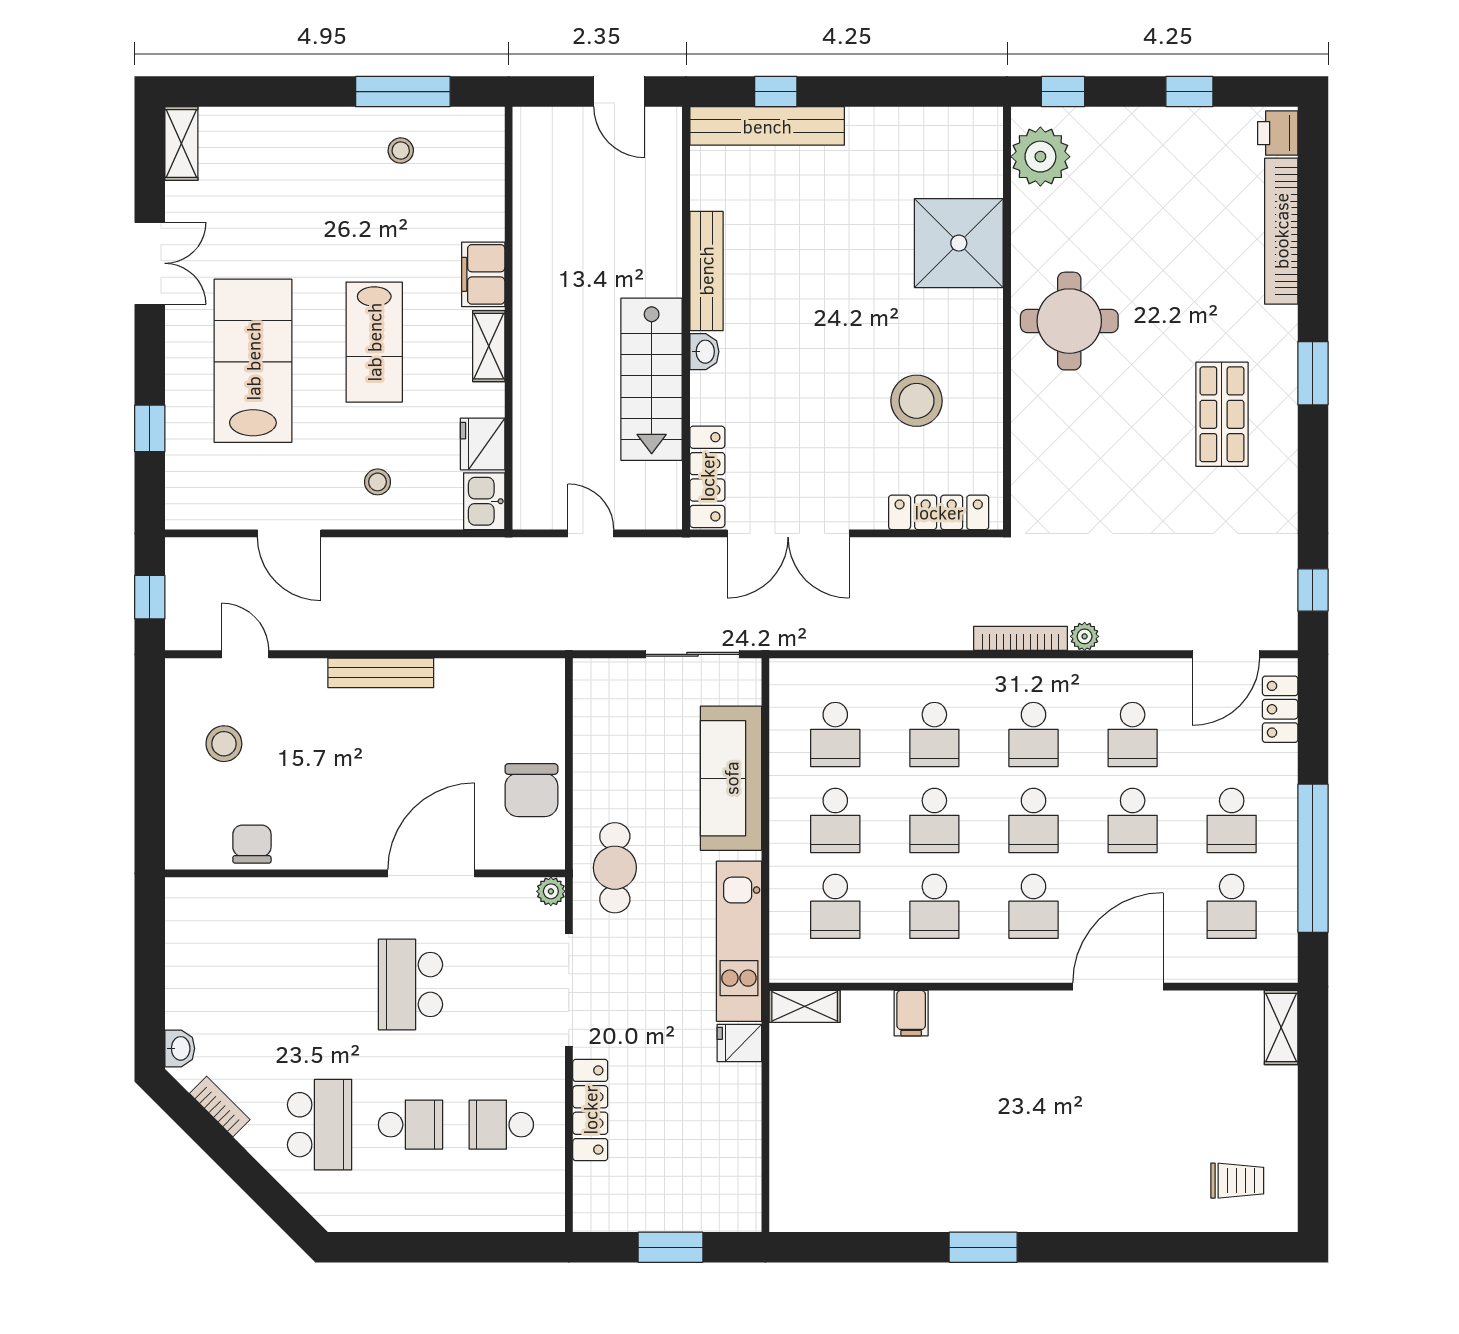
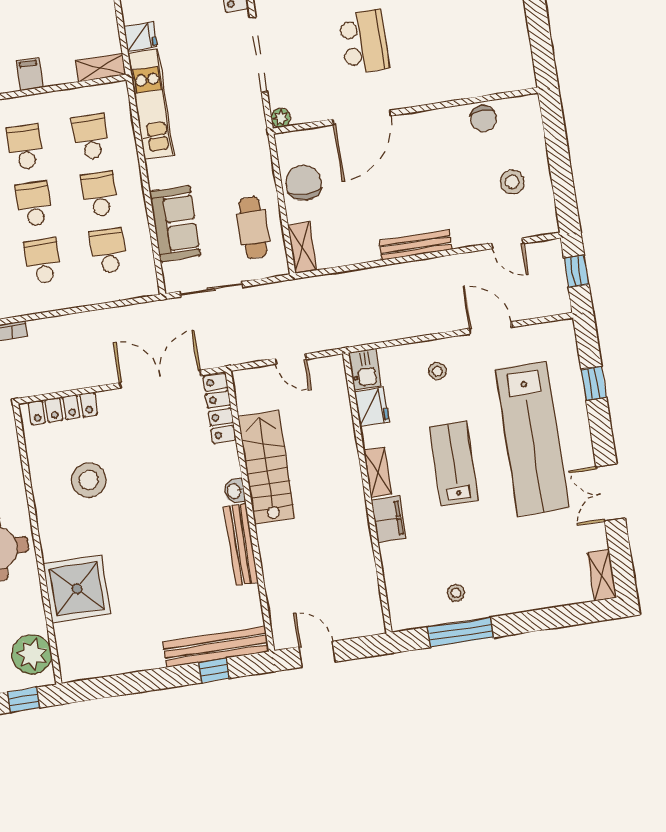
lab bench: (253, 361) -> (532, 439), width x1.36
shelving: (549, 695) -> (302, 248), added
sofa: (731, 778) -> (175, 224), width x0.73
cafe table: (615, 868) -> (253, 228), moved

